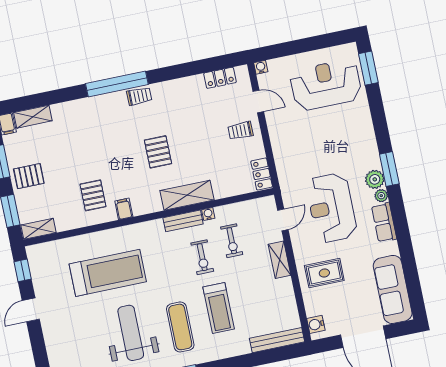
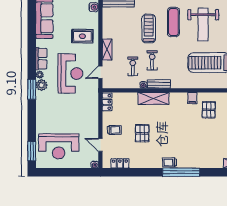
pallet: (158, 152) -> (142, 133), moved

